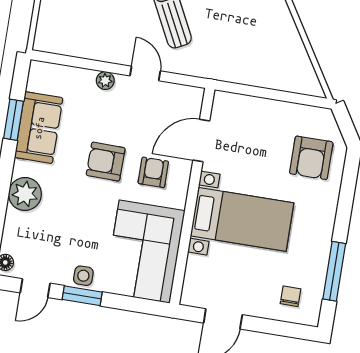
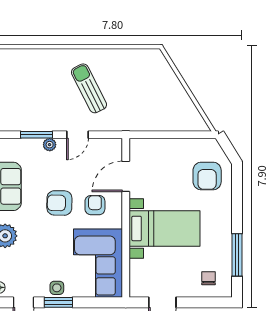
window: (90, 64) -> (36, 135), added
door: (145, 73) -> (77, 135), swing flipped

